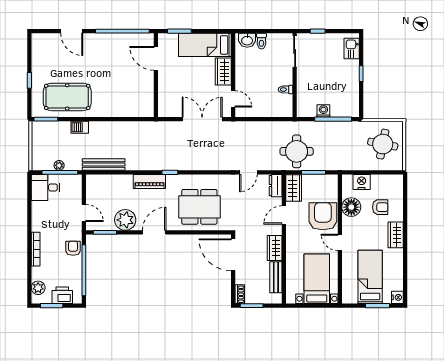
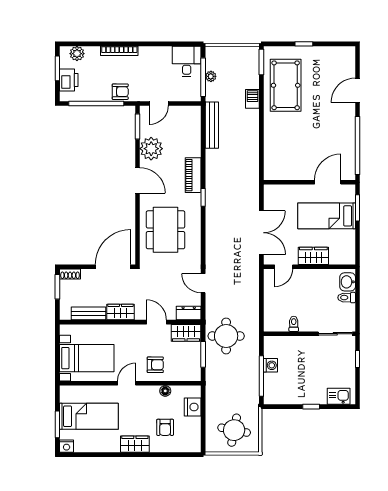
bed: (205, 45) -> (327, 216), moved, turned -90
floor lamp: (351, 207) -> (165, 391), width x0.53, depth x0.53
armchair: (323, 216) -> (155, 365), width x0.53, depth x0.53

